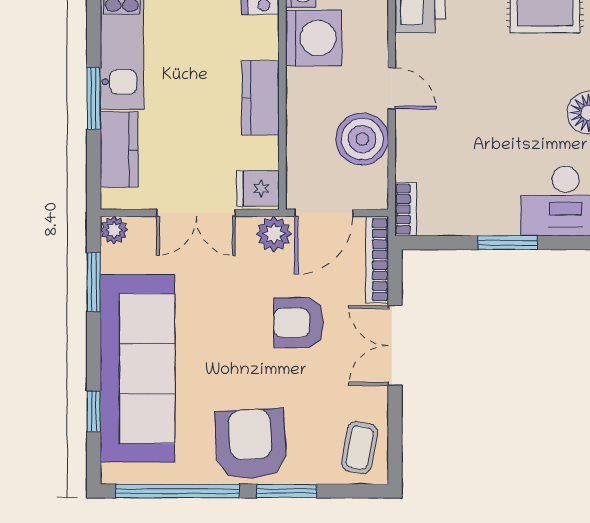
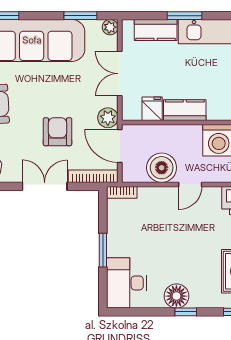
fridge: (258, 189) -> (152, 109), moved

